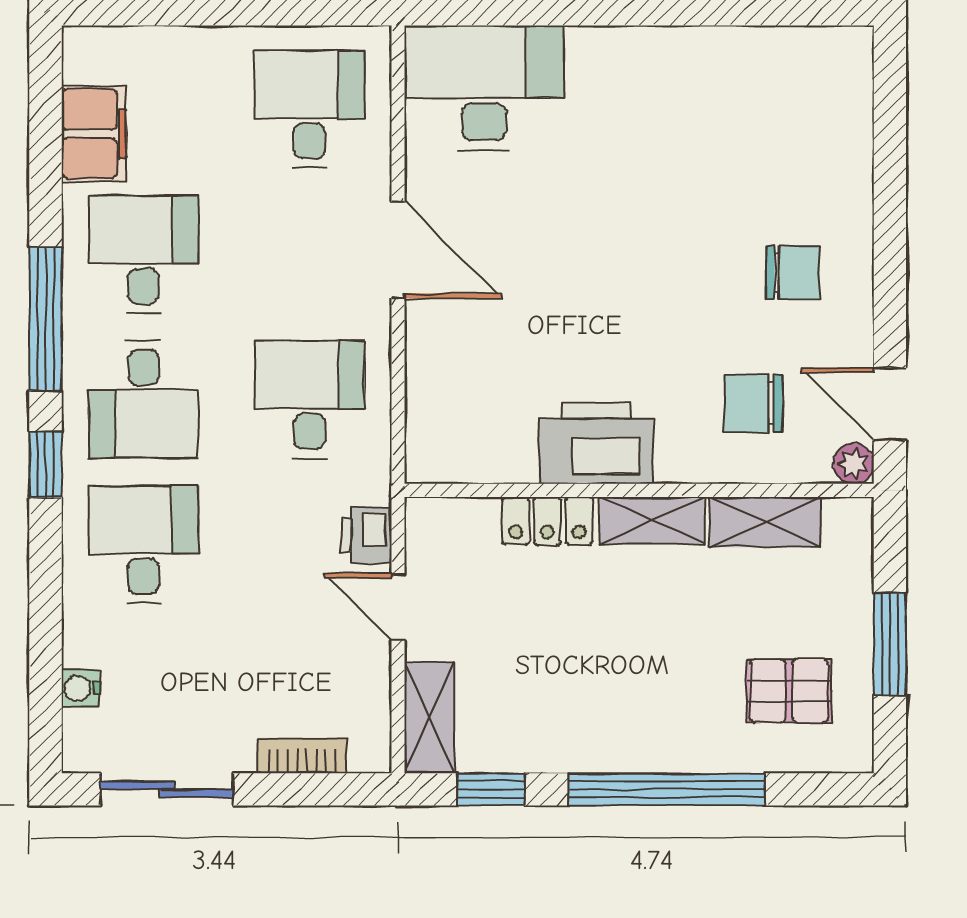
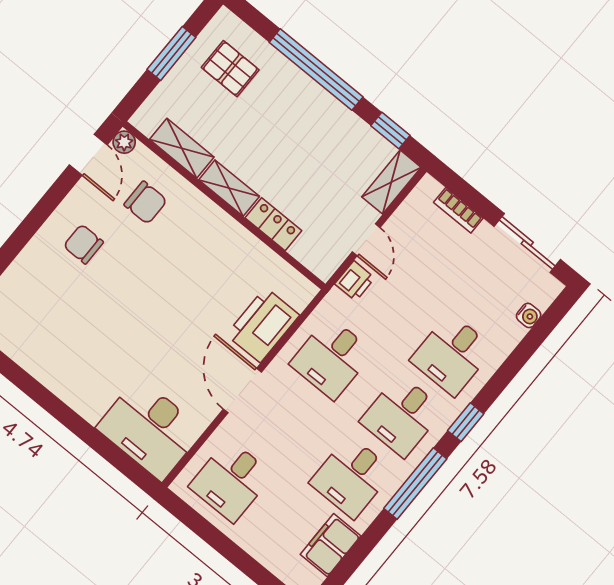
desk: (143, 399) -> (402, 416), turned 180
printer: (596, 443) -> (263, 325), moved, turned 90

